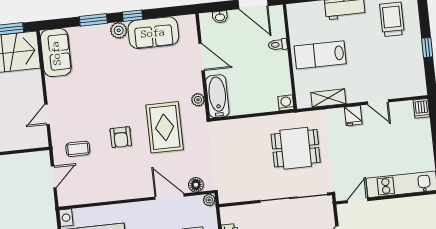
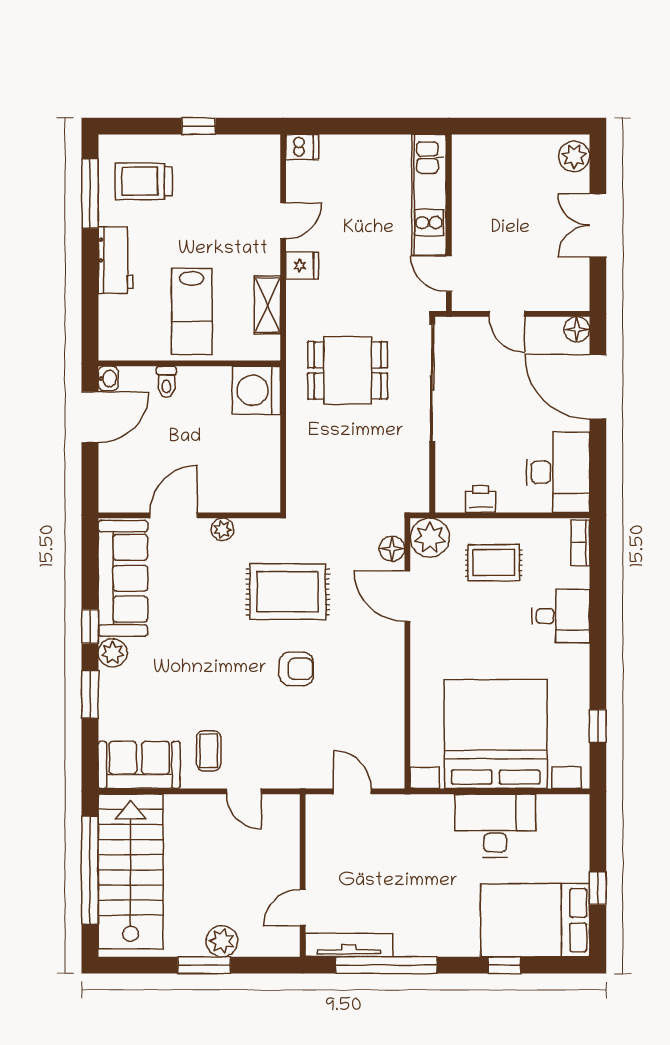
washbasin: (220, 17) -> (108, 379), moved
sofa: (153, 33) -> (123, 578), width x1.36
bathtub: (217, 96) -> (244, 495), removed
plant: (198, 100) -> (222, 529), moved
washing machine: (286, 103) -> (256, 390), width x1.89, depth x1.89
dining table: (296, 148) -> (348, 370), turned 90
coffee table: (78, 149) -> (209, 751), moved
door: (169, 197) -> (407, 596), hinge flipped
plant: (209, 200) -> (430, 538), width x1.87, depth x1.87

